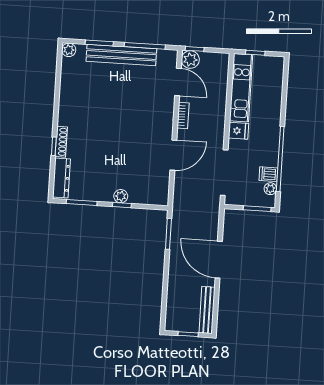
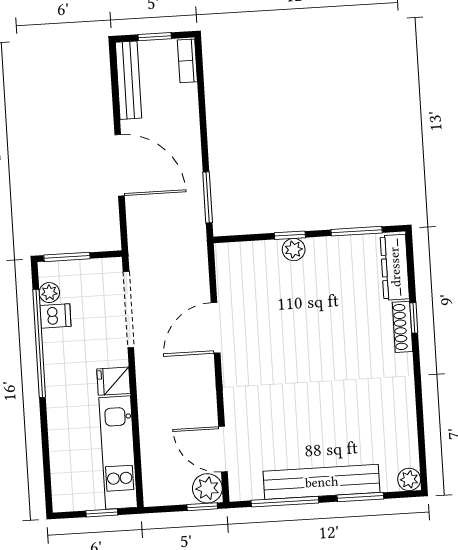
bookcase: (183, 115) -> (187, 61), moved

